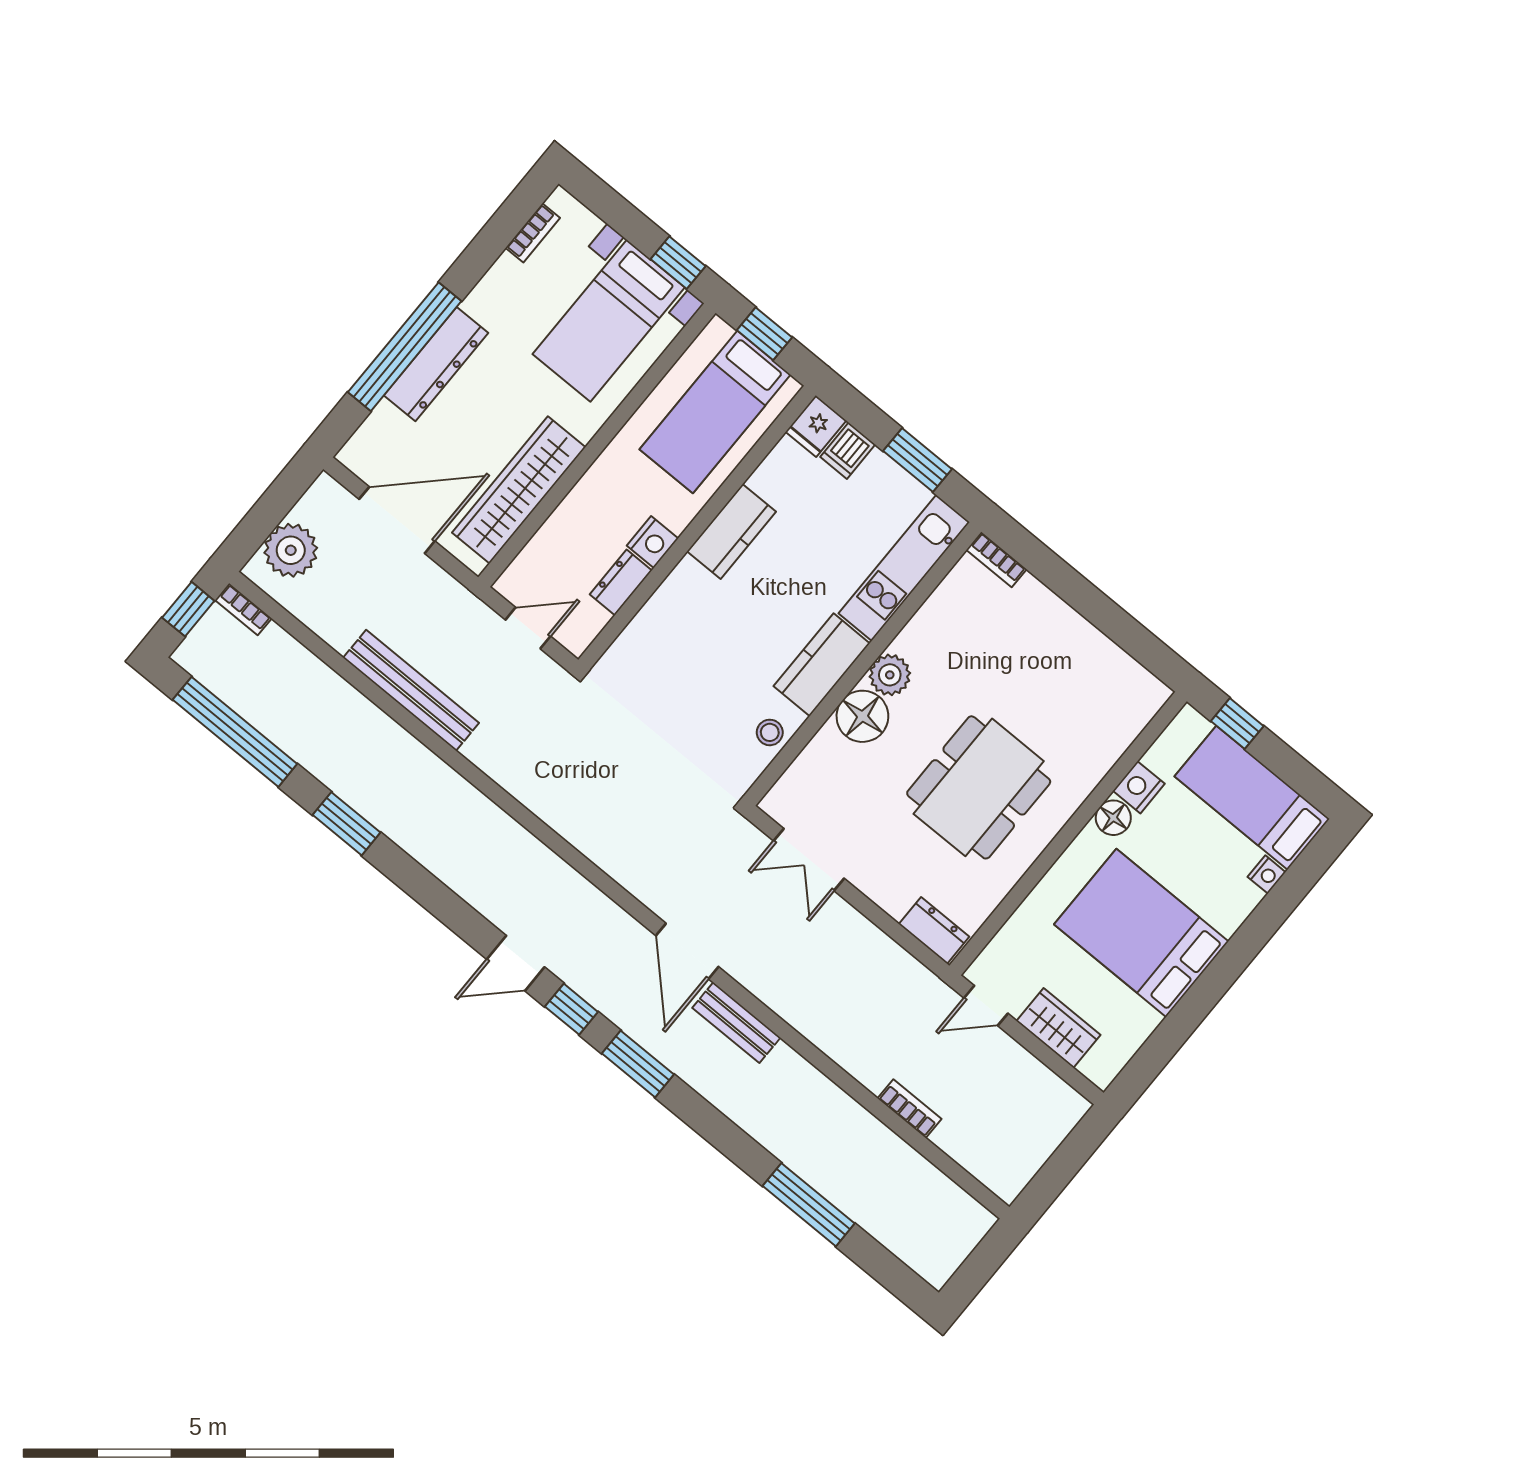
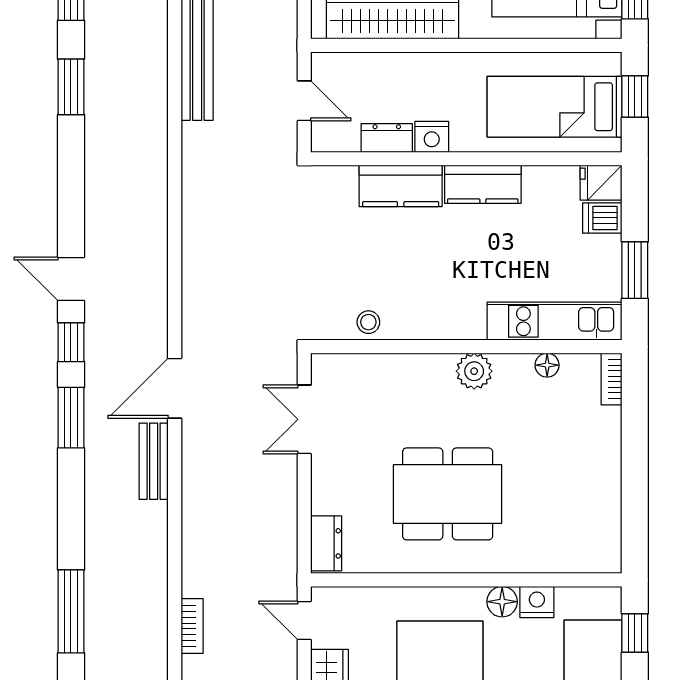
kitchen counter: (822, 665) -> (401, 186), moved, turned 180
floor lamp: (862, 716) -> (547, 365), moved, width x0.53, depth x0.53

